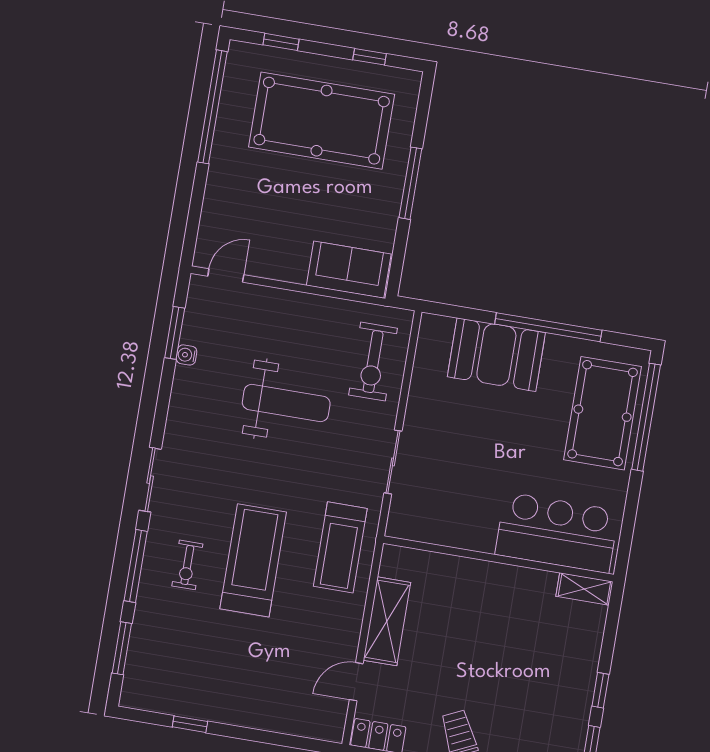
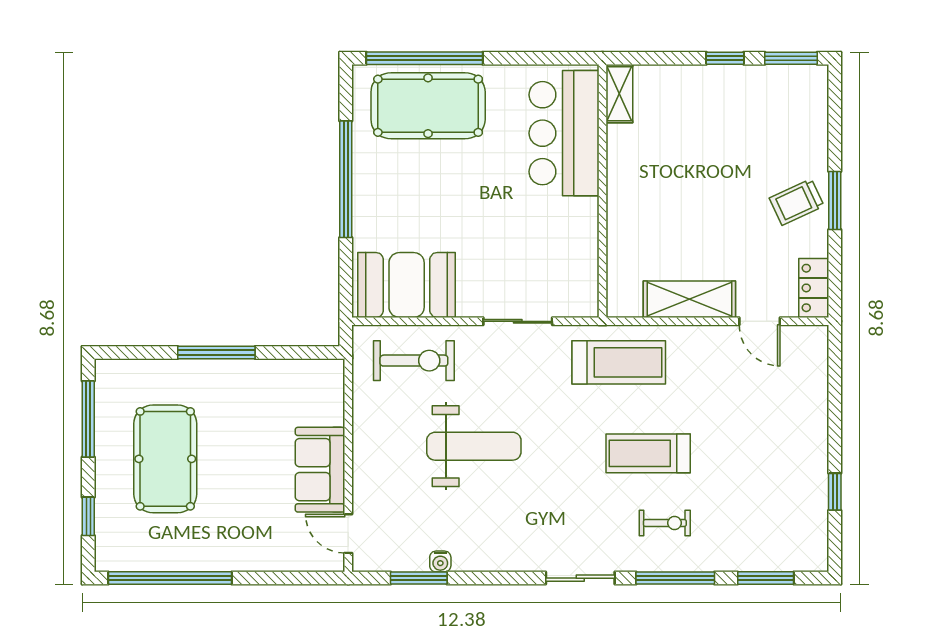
window: (370, 57) -> (88, 419), width x2.17
pool table: (322, 121) -> (165, 459), width x0.73, depth x0.76
sofa: (349, 270) -> (320, 470), moved
booth: (496, 355) -> (407, 285), moved, turned 90
weight bench: (286, 403) -> (474, 446), turned 90
treadmill: (253, 560) -> (648, 453), width x0.73, depth x0.73

